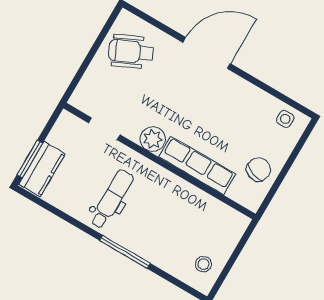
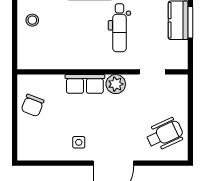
side table: (285, 119) -> (79, 142), moved
row of seats: (197, 165) -> (85, 84), width x0.68

